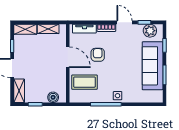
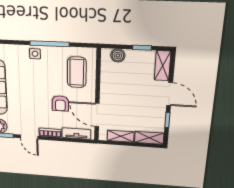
door: (68, 57) -> (97, 115), moved
coffee table: (84, 82) -> (77, 72), turned 90

